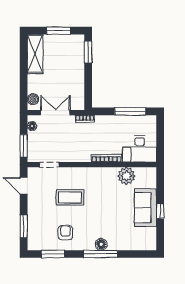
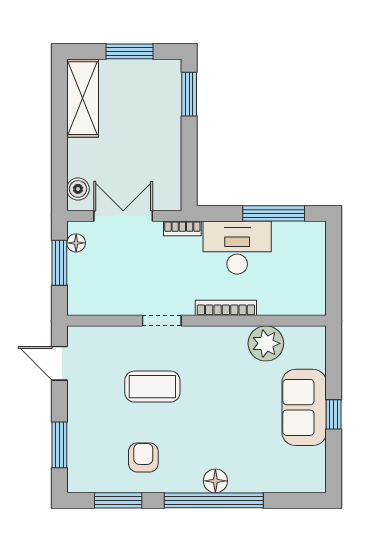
window: (24, 146) -> (59, 263), moved
desk: (140, 149) -> (237, 248), moved, turned 180
doorway: (49, 165) -> (162, 321), moved
window: (100, 254) -> (214, 500), width x1.46

